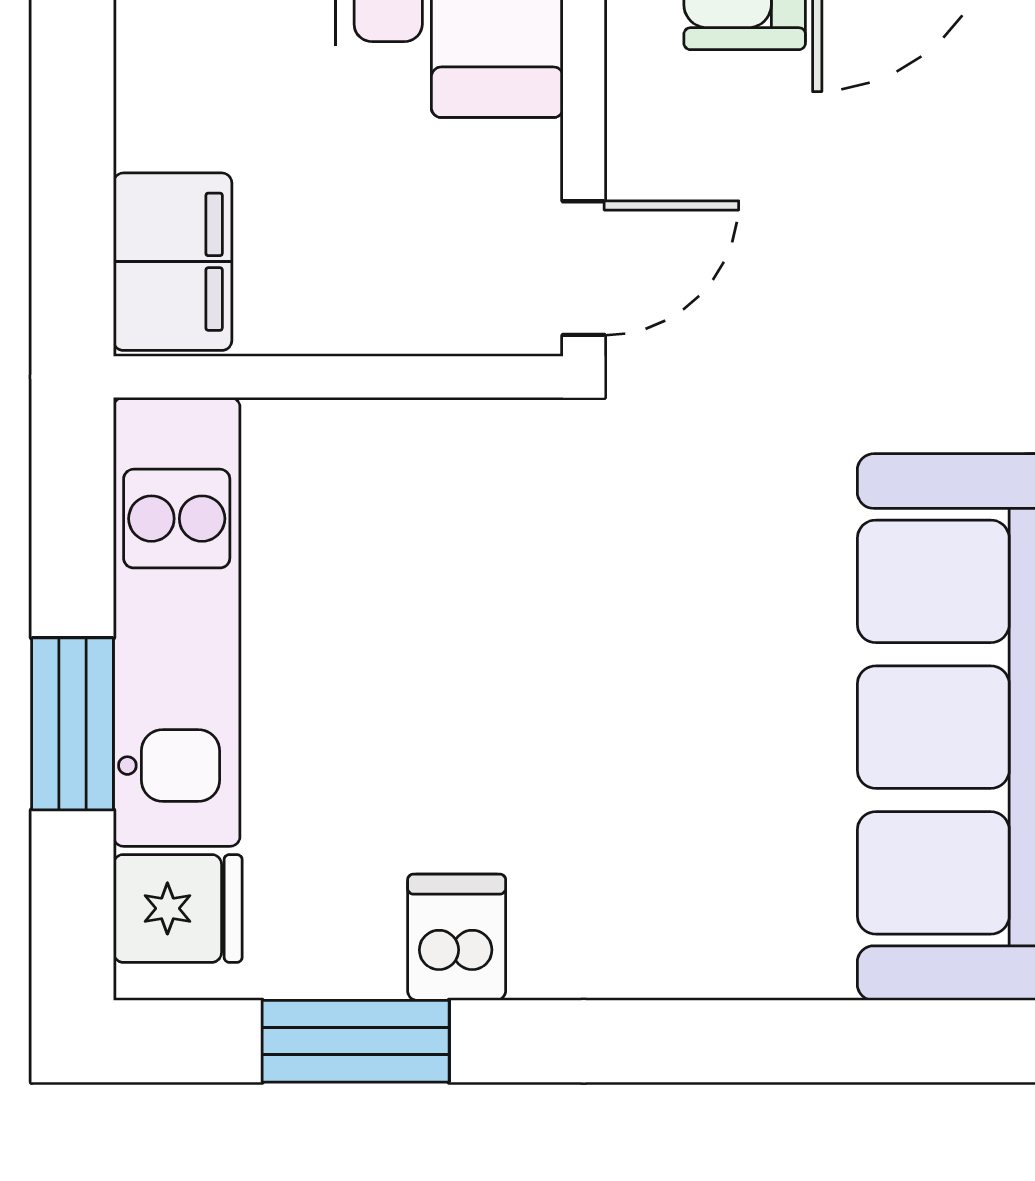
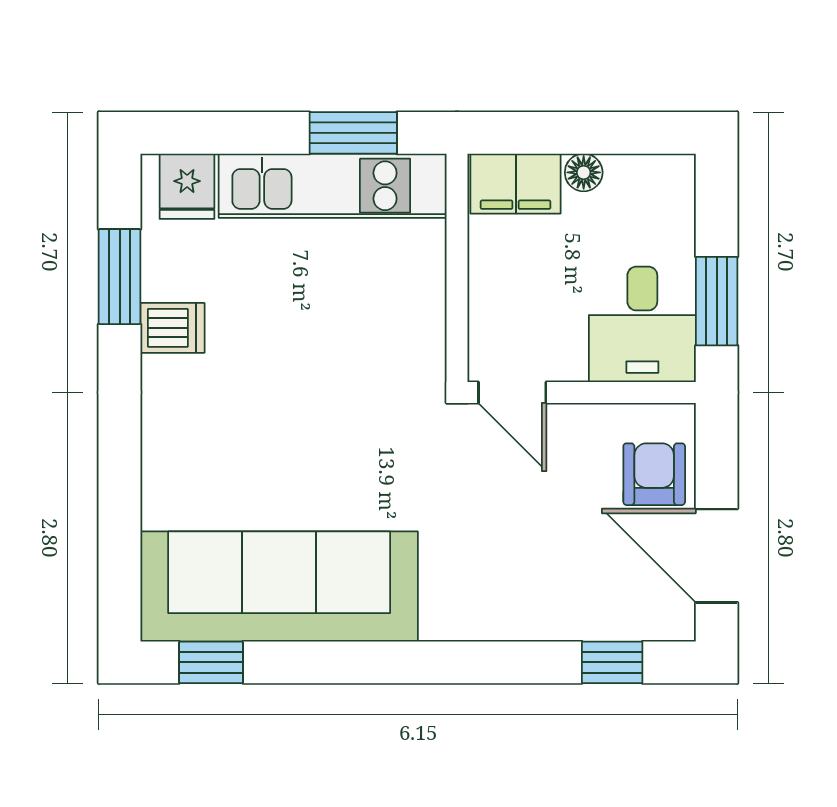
floor lamp: (151, 128) -> (584, 172), added
window: (73, 724) -> (353, 133), moved

